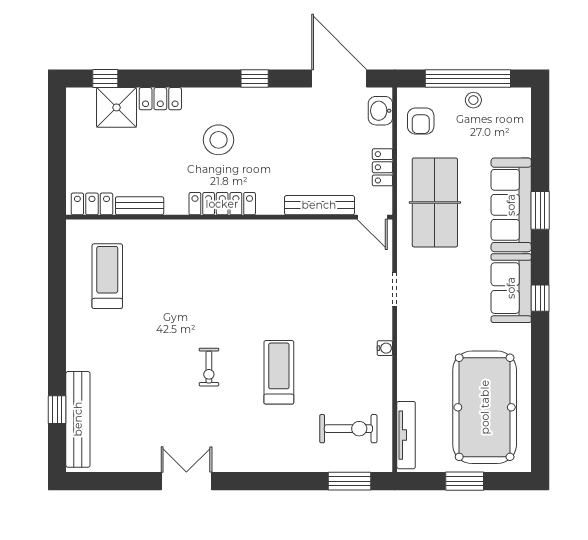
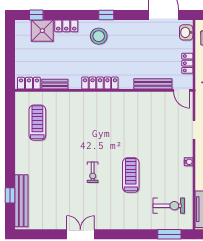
window: (255, 79) -> (106, 15), moved
stool: (219, 140) -> (99, 36), moved

